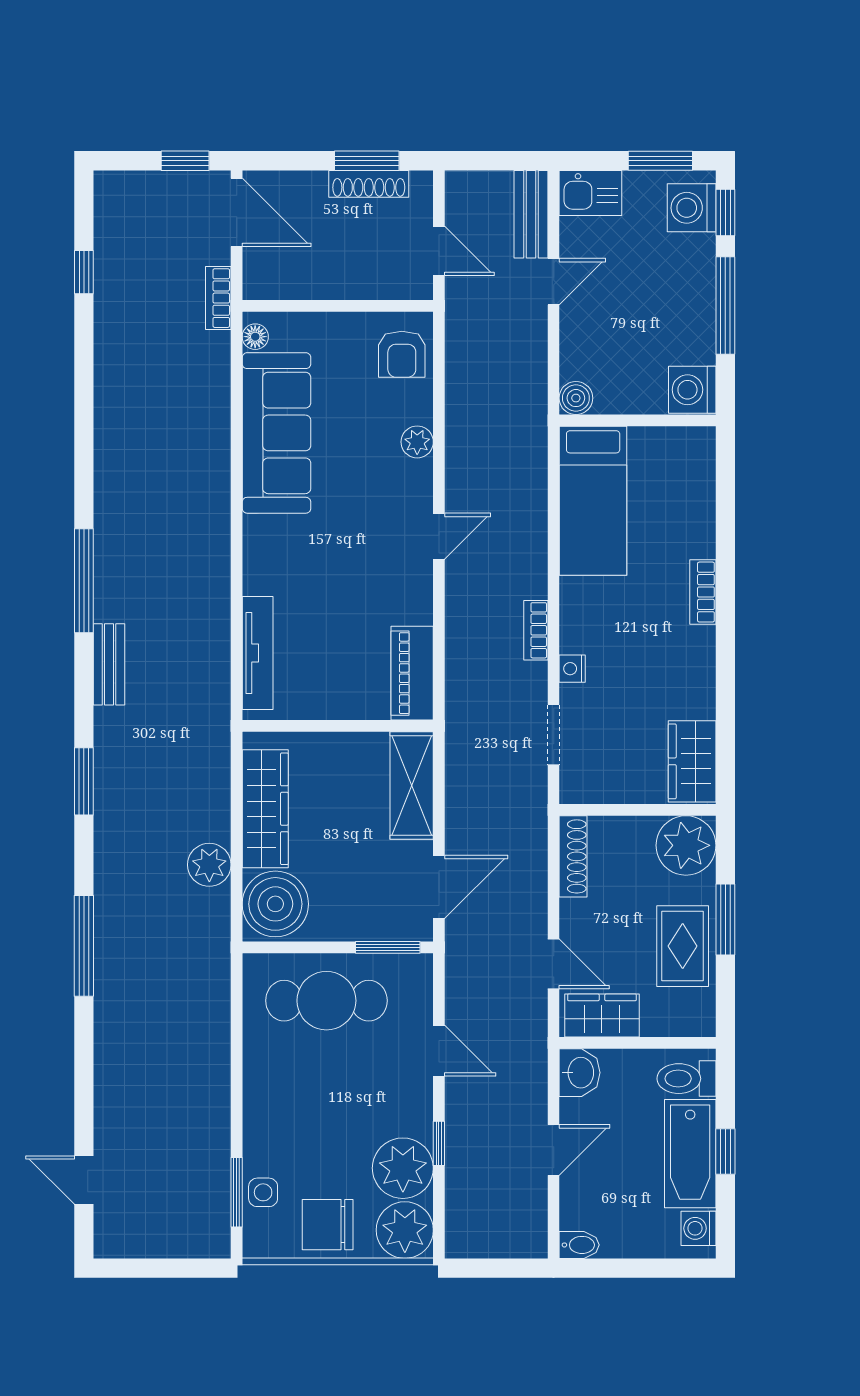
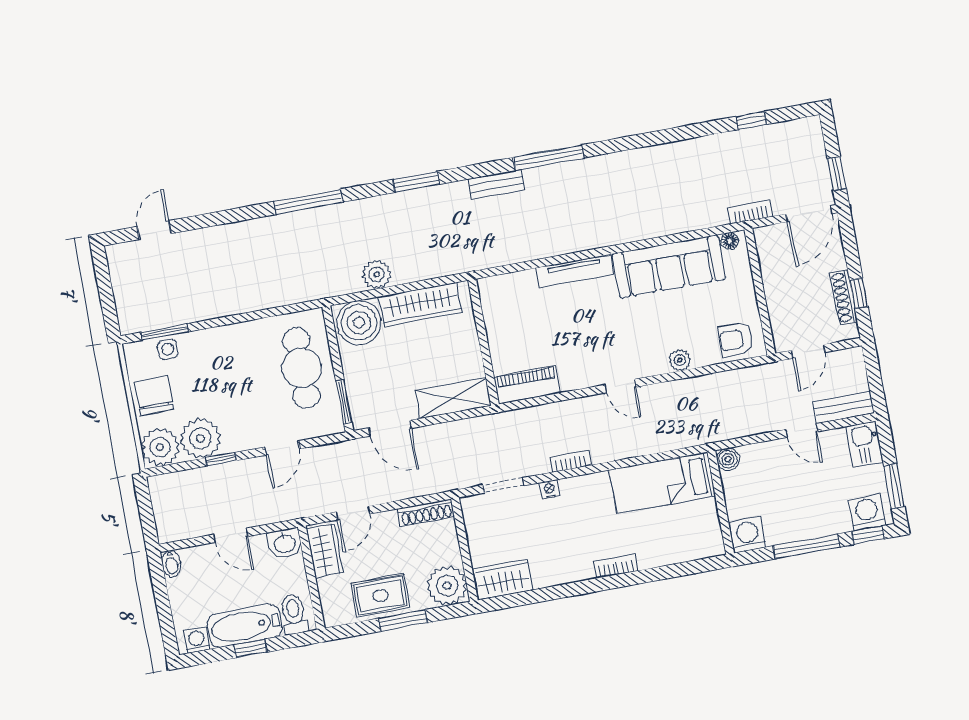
window: (367, 161) -> (859, 293), width x0.67
tv unit: (258, 653) -> (575, 271), moved

